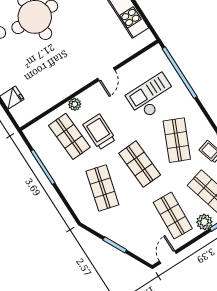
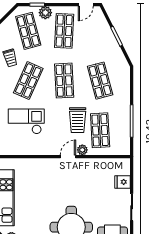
door: (106, 74) -> (68, 157), moved
checkout: (152, 96) -> (26, 121), turned 180
shop shelf: (102, 188) -> (100, 81), turned -30

